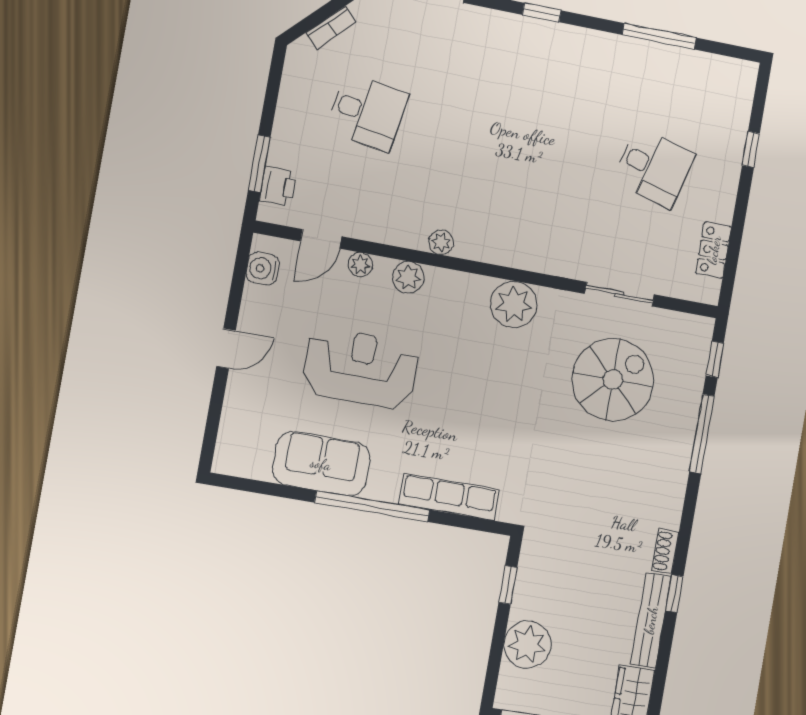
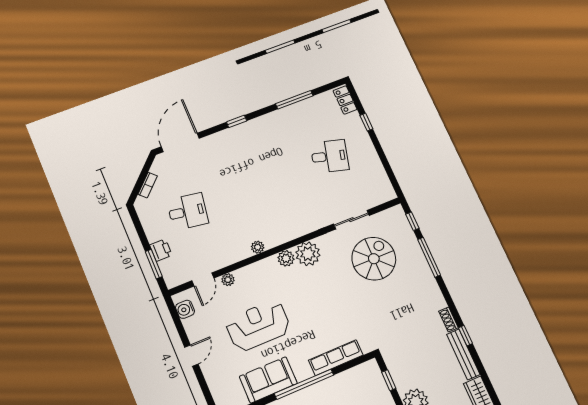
printer: (278, 186) -> (161, 250), moved
locker: (714, 250) -> (345, 100), moved
plant: (408, 277) -> (286, 258), moved

